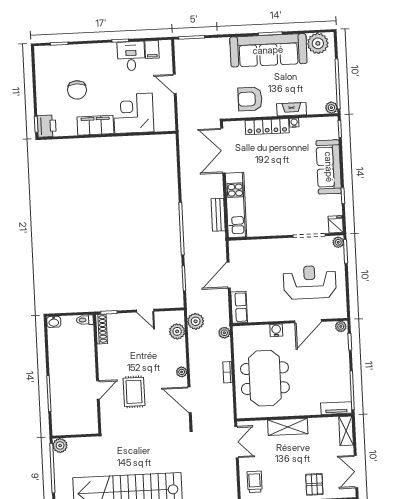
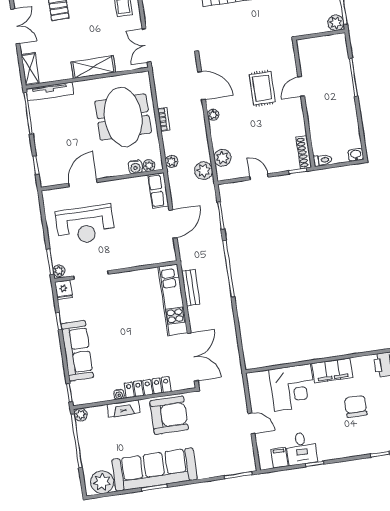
armchair: (250, 99) -> (169, 415), width x1.36, depth x1.36
plant: (341, 326) -> (149, 166), moved
water cooler: (276, 330) -> (135, 167), moved
tv unit: (336, 408) -> (50, 92), width x1.41

